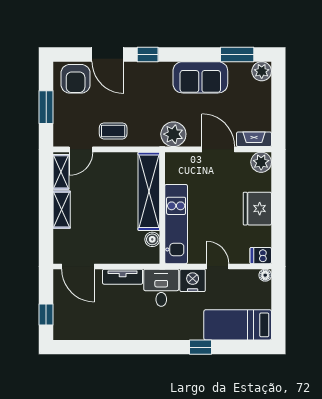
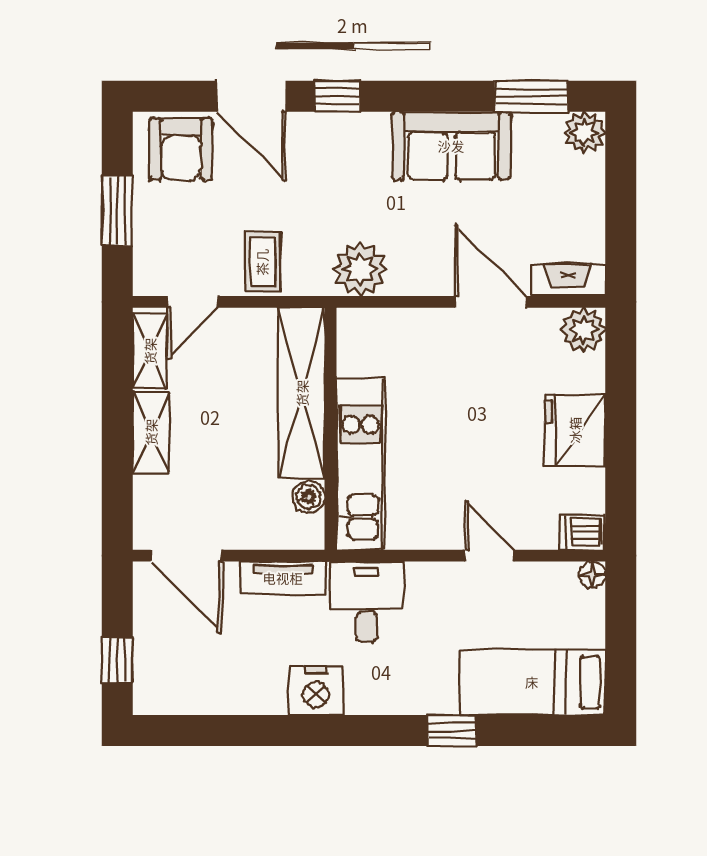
coffee table: (113, 131) -> (262, 262), turned 90
plant: (173, 134) -> (360, 269), moved
shelving: (149, 191) -> (302, 393), moved
wall: (162, 208) -> (330, 429), moved
kitchen unit: (176, 224) -> (361, 464), moved
boiler: (152, 239) -> (309, 497), moved
nightstand: (193, 280) -> (316, 691), moved, turned 180

